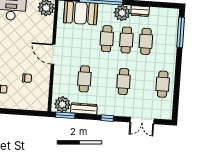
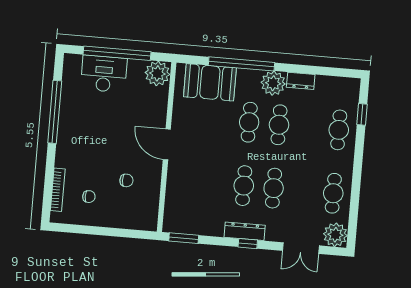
window: (181, 32) -> (362, 114), width x0.46
cafe table: (146, 41) -> (339, 130), moved
cafe table: (84, 79) -> (244, 186), moved
plant: (62, 104) -> (335, 235), moved
dresser: (84, 109) -> (245, 231), moved

